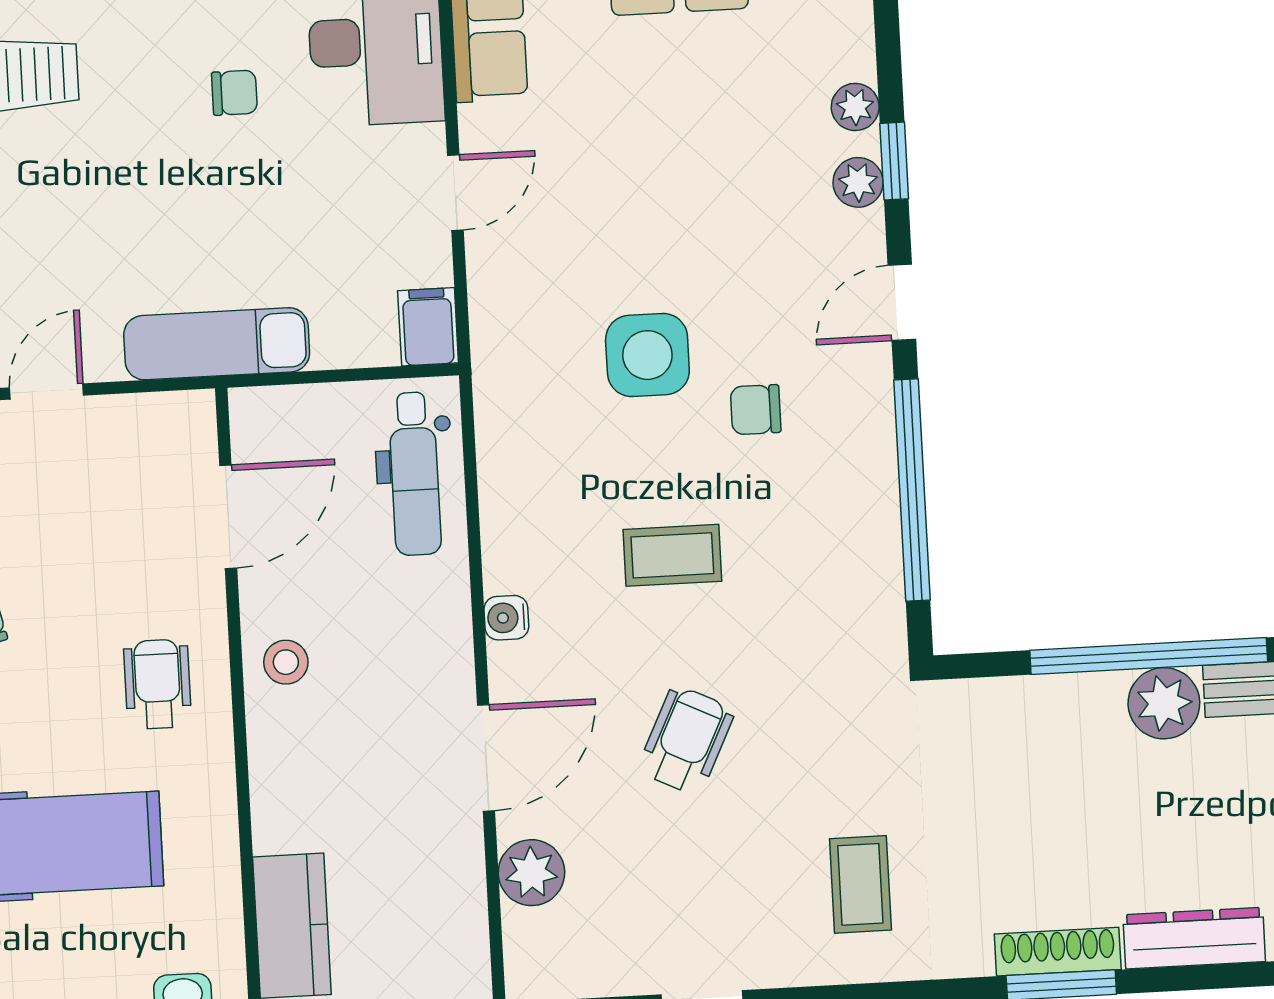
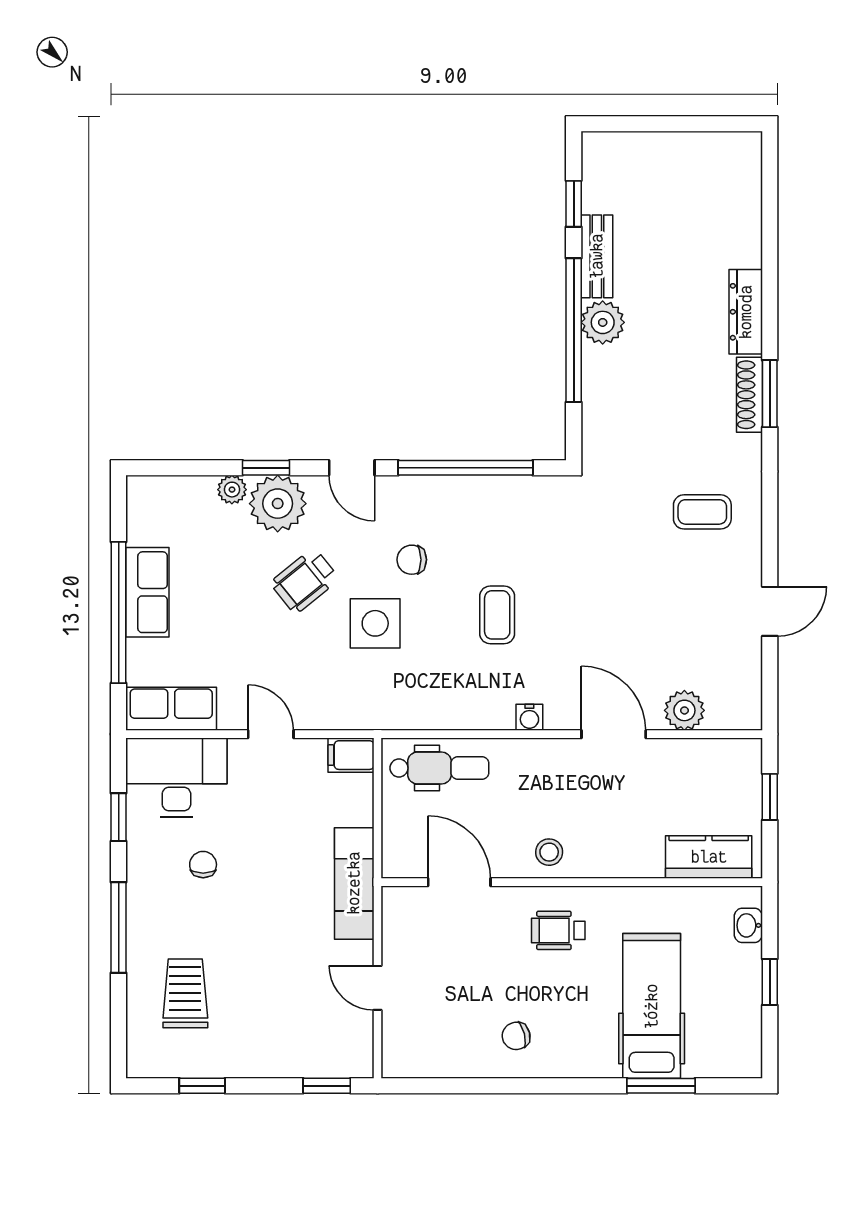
plant: (858, 182) -> (278, 504), width x1.87, depth x1.87
chair: (756, 410) -> (412, 560), turned 90
wheelchair: (686, 740) -> (305, 581), moved, turned -65

